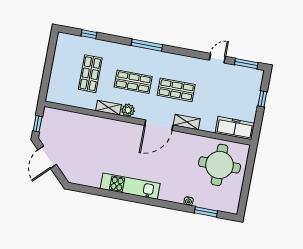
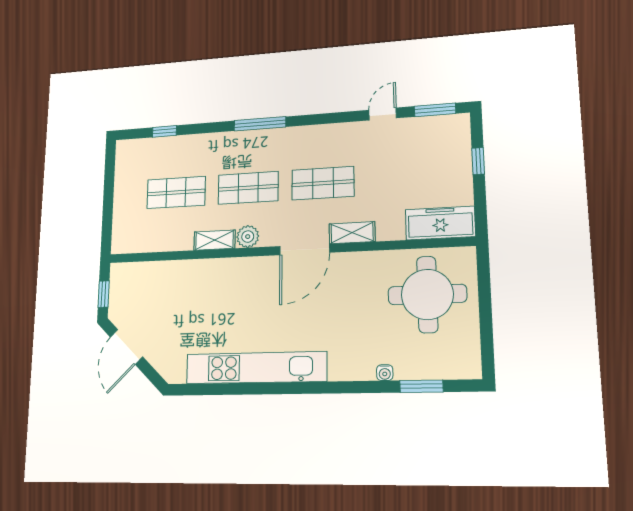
shop shelf: (90, 74) -> (176, 192), turned 90
kitchen unit: (130, 186) -> (256, 368), width x1.36

